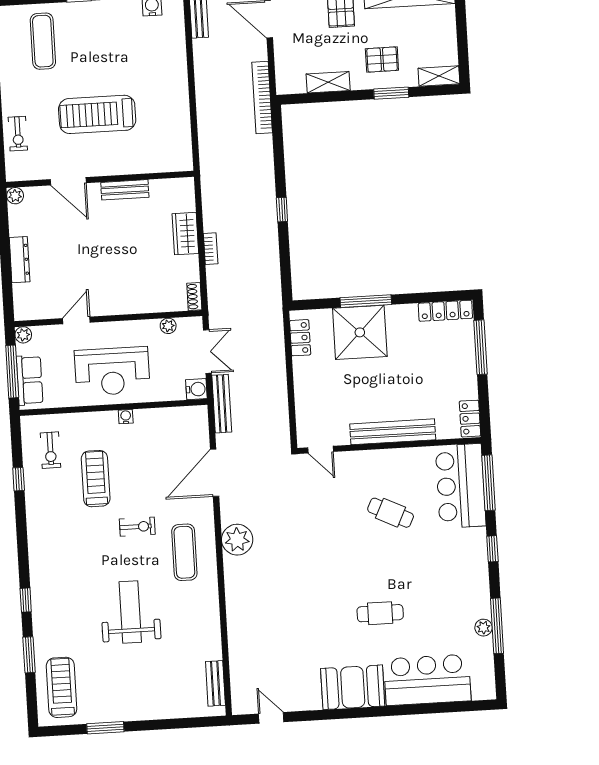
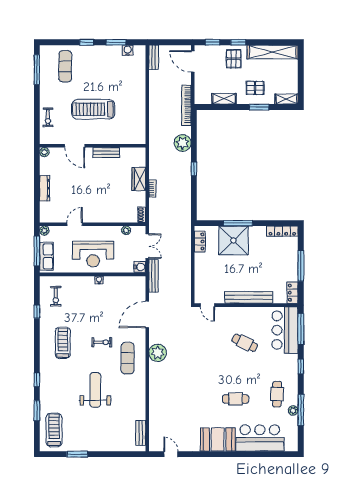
plant: (259, 165) -> (183, 143), added
window: (480, 347) -> (301, 266), moved
treadmill: (96, 479) -> (63, 343), moved
cafe table: (453, 600) -> (277, 394), added

